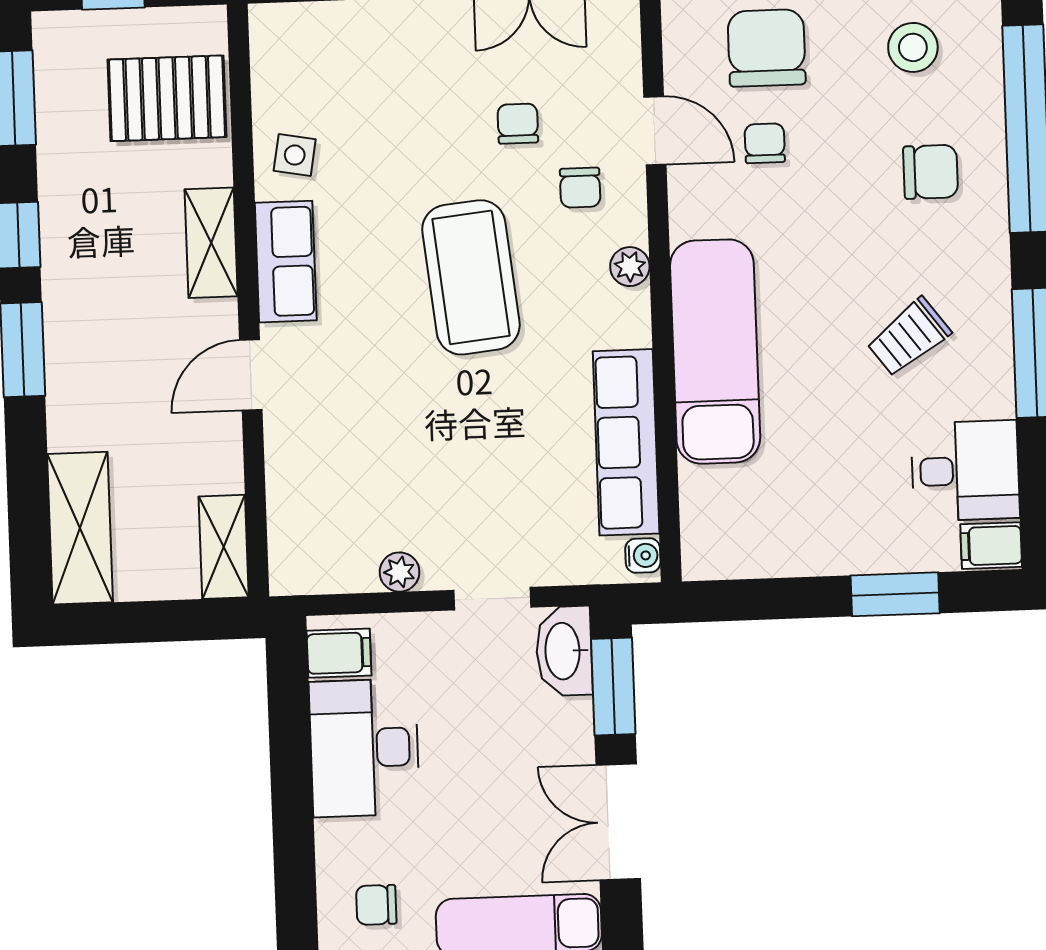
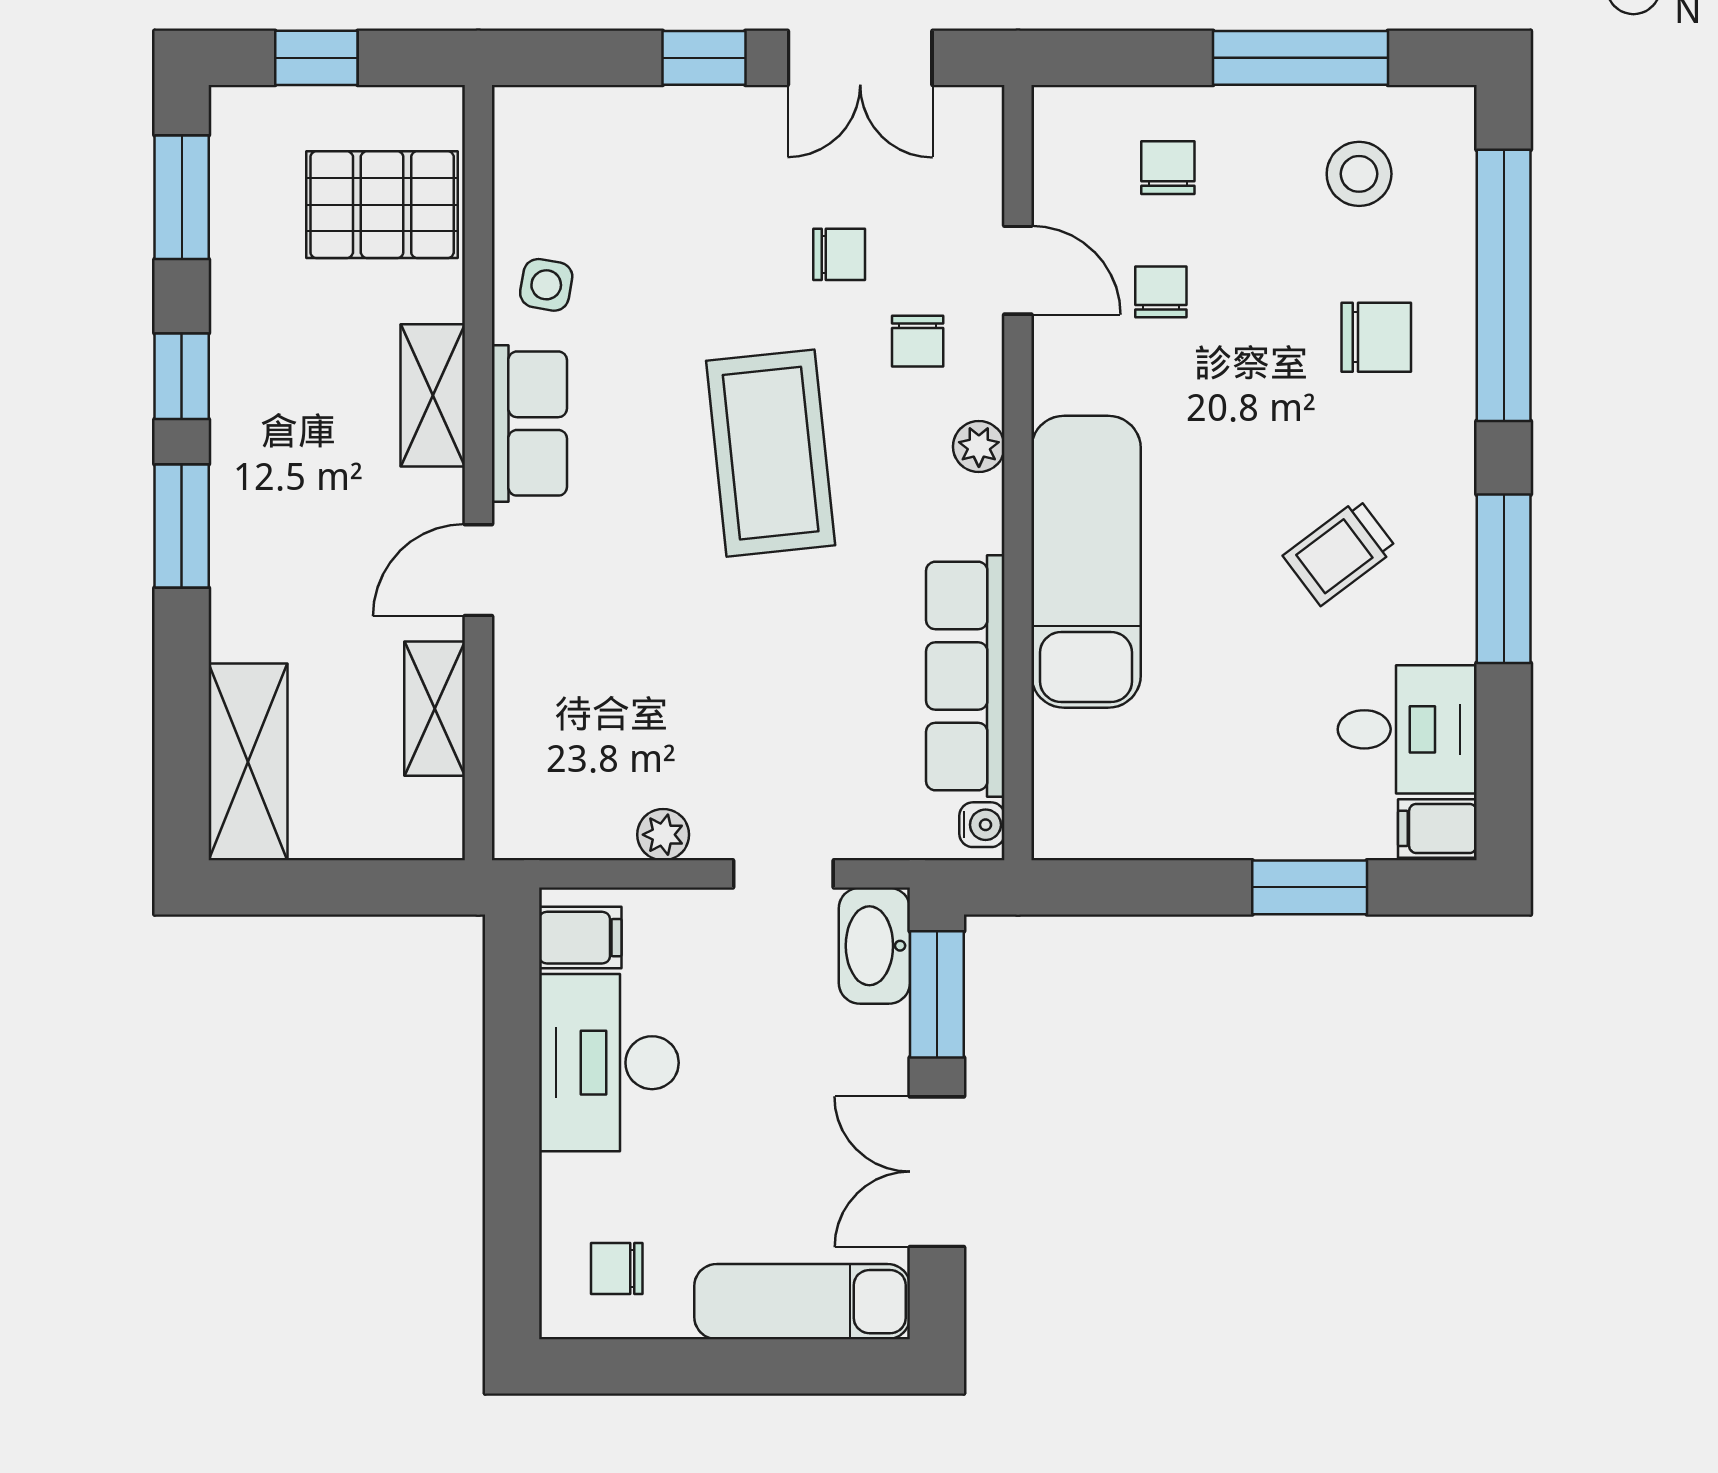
chair: (767, 48) -> (1168, 168), width x0.54, depth x0.54
chair: (518, 124) -> (839, 254), turned 90
shelving: (224, 547) -> (435, 709), moved

